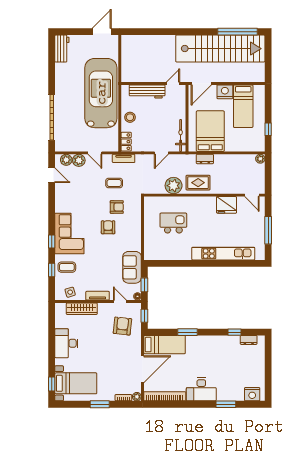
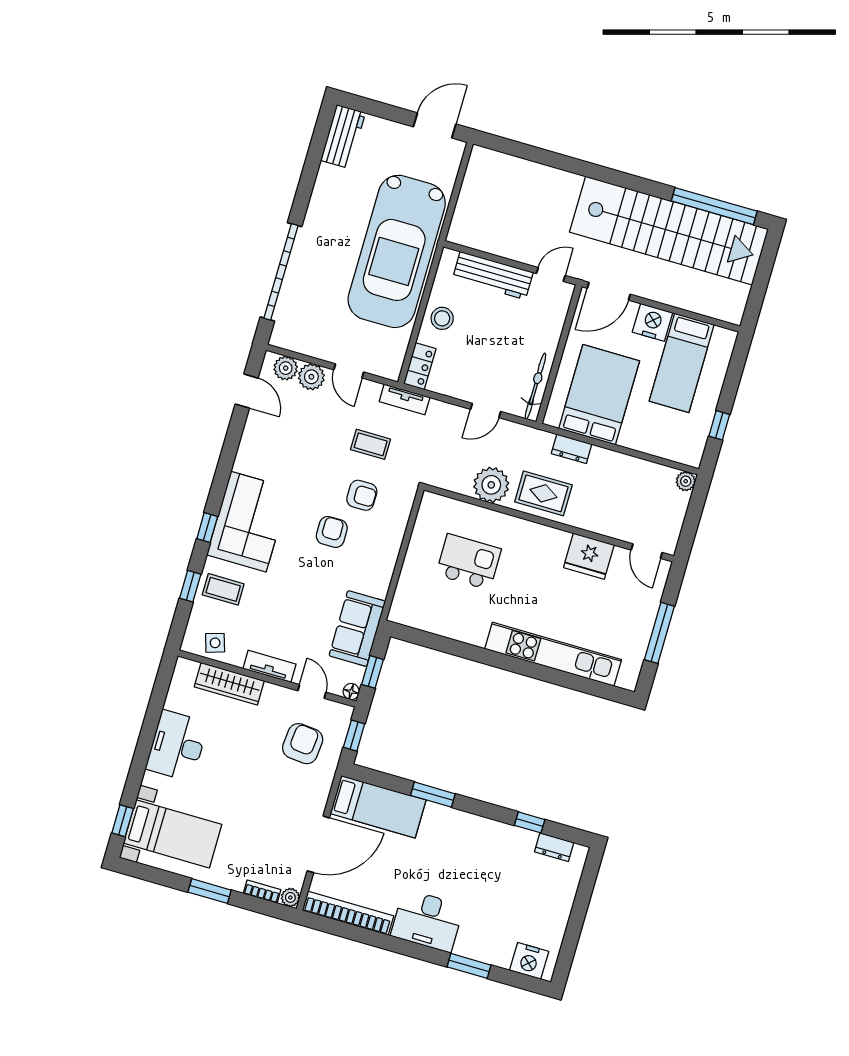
car: (101, 93) -> (397, 251), turned 180

